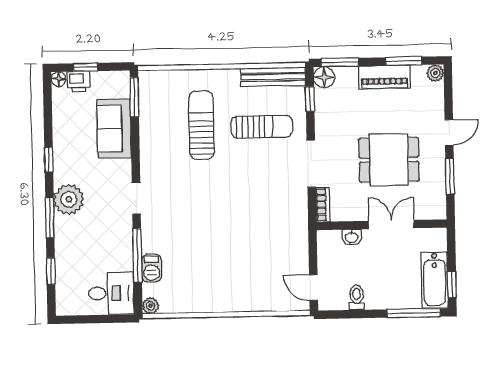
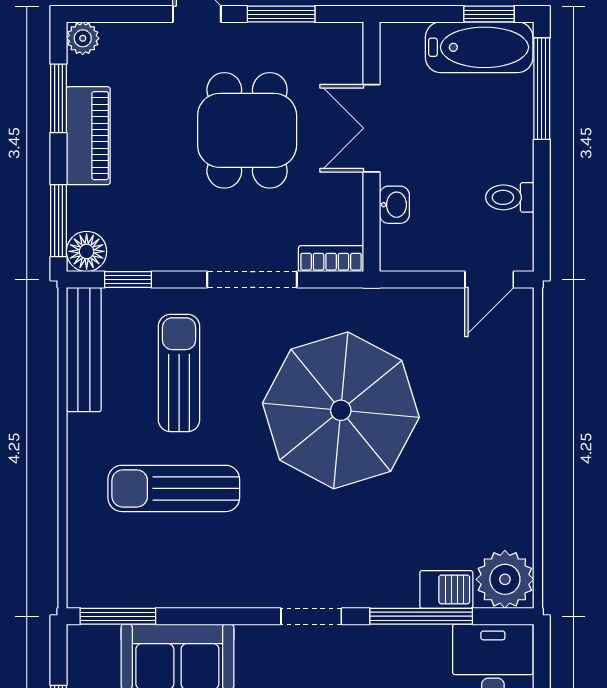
parasol: (244, 211) -> (341, 410), added
plant: (150, 306) -> (505, 579), width x1.88, depth x1.88

